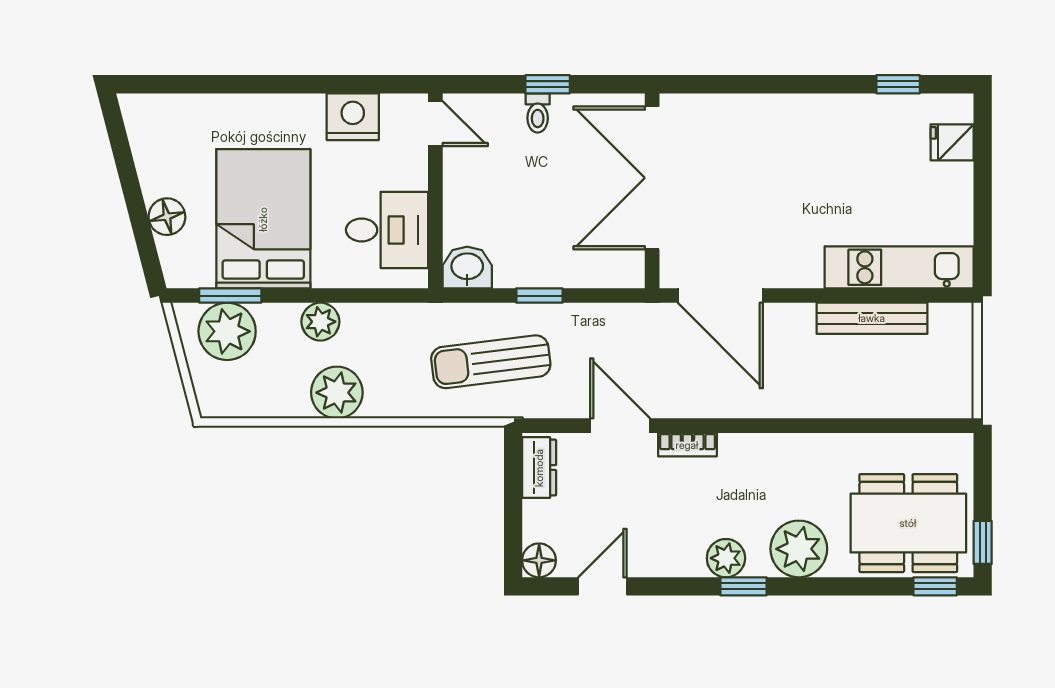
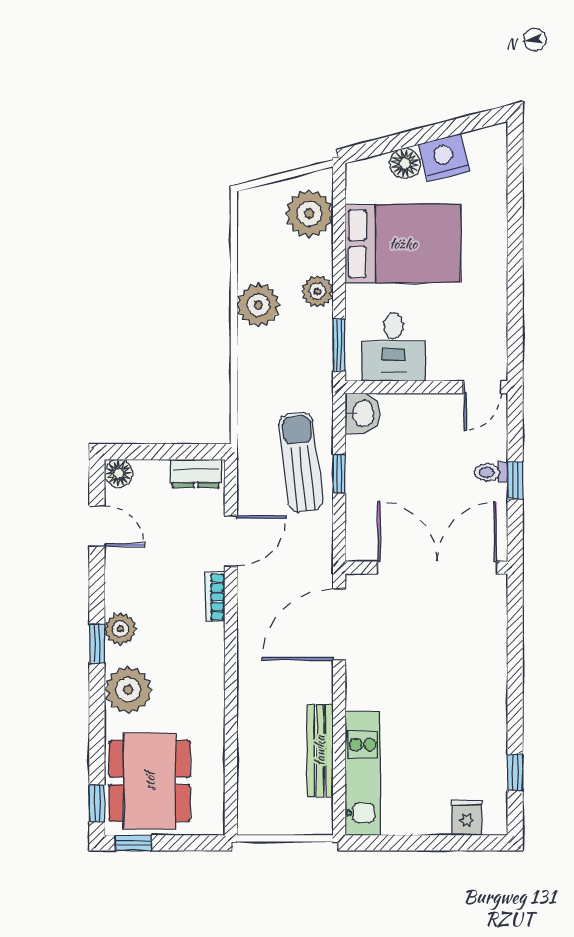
nightstand: (353, 117) -> (444, 158), moved, turned -105
window: (230, 296) -> (339, 345), moved
sun lounger: (491, 362) -> (301, 462), moved

